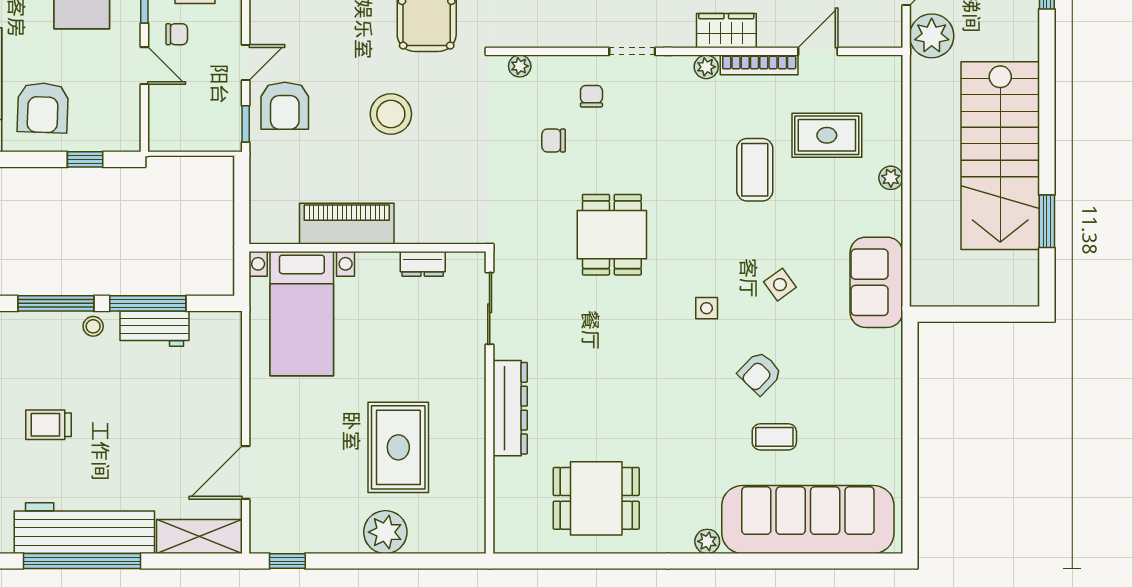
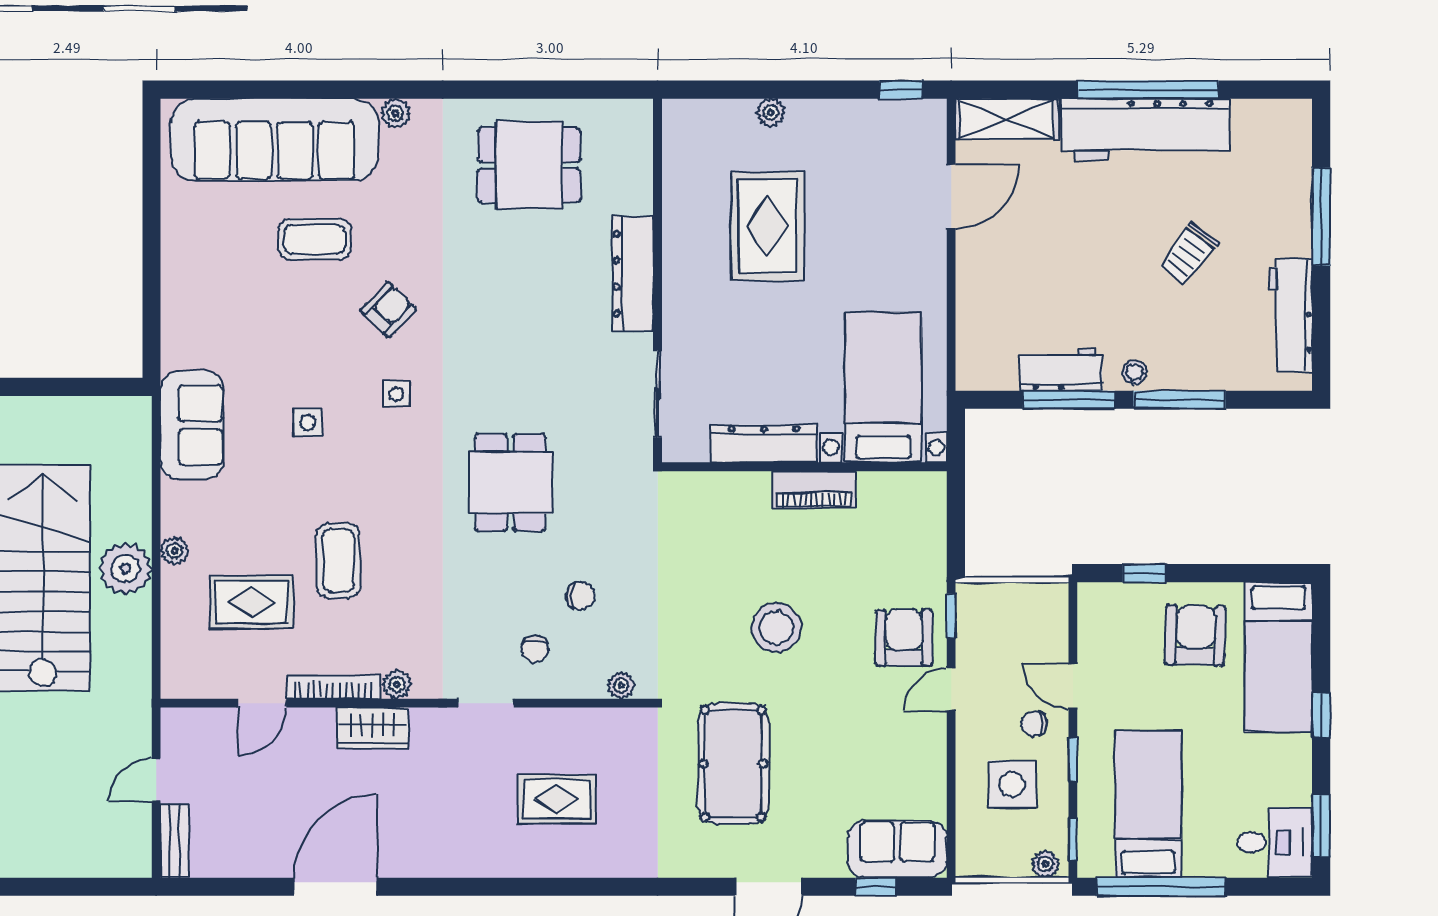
plant: (932, 36) -> (125, 569), moved
piano: (347, 224) -> (814, 490), width x0.73, depth x0.75
dresser: (423, 264) -> (764, 444), width x1.96, depth x1.24
side table: (780, 285) -> (308, 422), turned 36
armchair: (760, 373) -> (388, 310), moved
trolley: (49, 425) -> (1188, 254), turned 127
coffee table: (774, 437) -> (315, 239), width x1.36, depth x1.30
plant: (385, 532) -> (771, 112), width x0.53, depth x0.53

